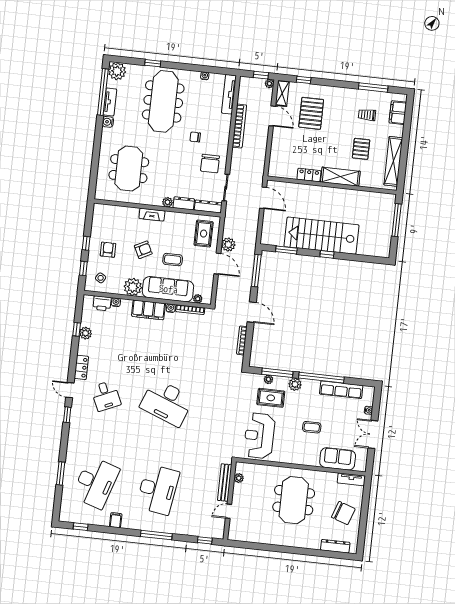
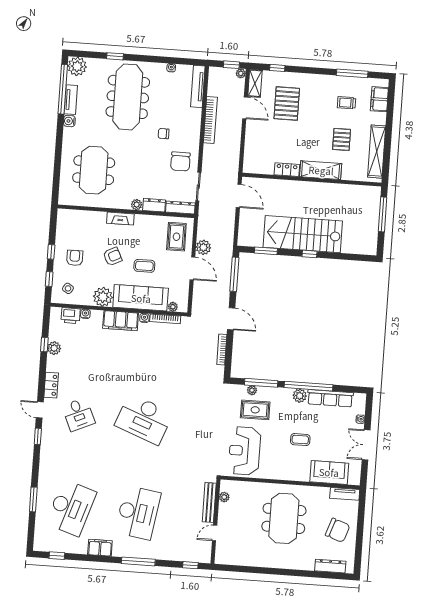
plant: (295, 384) -> (300, 396), moved
filing cabinet: (116, 520) -> (100, 548), width x2.00

